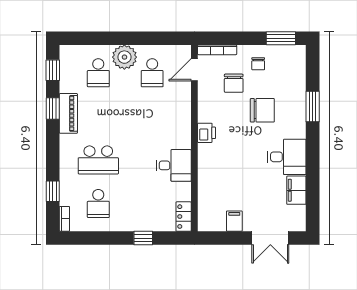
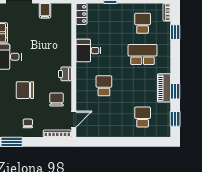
plant: (124, 57) -> (124, 128), removed
school desk: (152, 73) -> (104, 86), moved
chair: (234, 83) -> (56, 99), moved

